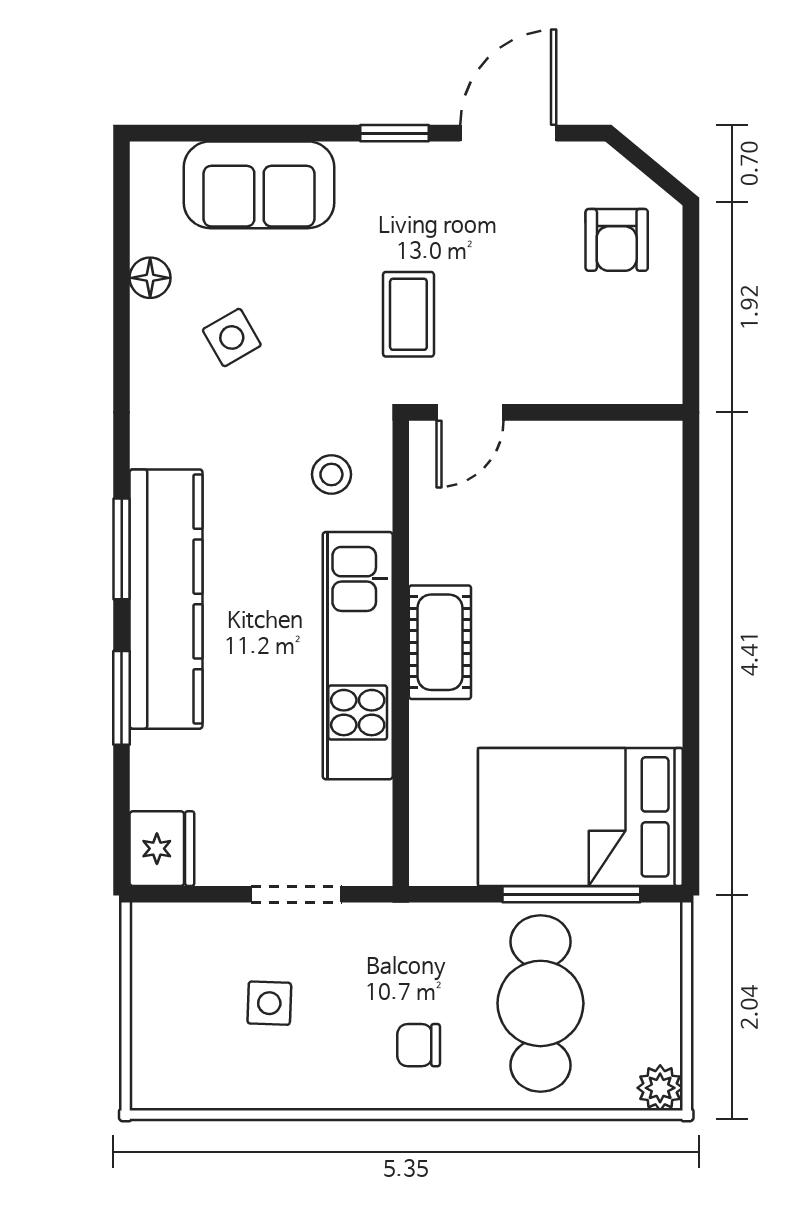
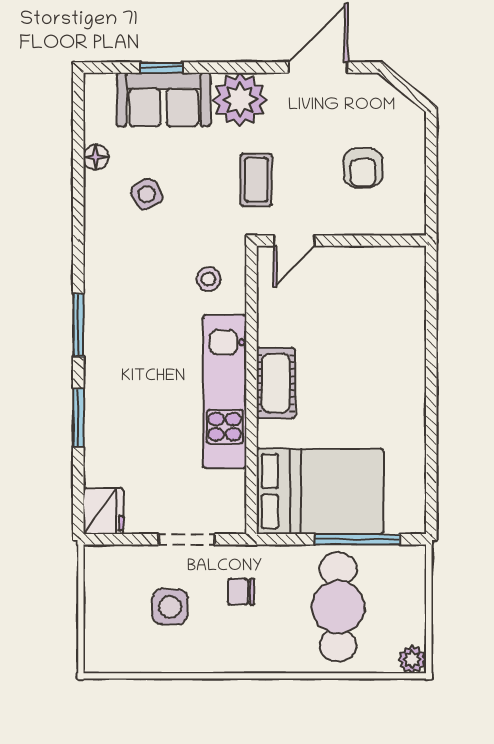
window: (394, 133) -> (162, 67), moved
plant: (382, 185) -> (240, 100), added
armchair: (617, 240) -> (363, 168), moved
kitchen counter: (166, 599) -> (106, 356), removed
bed: (580, 817) -> (320, 491), moved, turned 180
side table: (269, 1003) -> (170, 607), width x1.37, depth x1.37
chair: (419, 1045) -> (241, 592), moved

